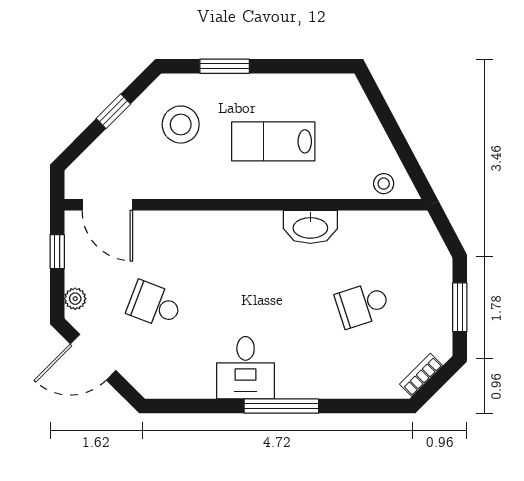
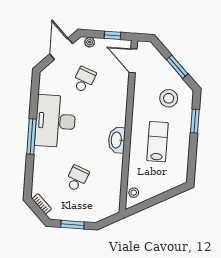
window: (113, 111) -> (177, 67), width x1.50
door: (107, 205) -> (133, 61), hinge flipped
washbasin: (310, 227) -> (117, 140), moved
school desk: (362, 305) -> (77, 178), turned 39
desk: (246, 368) -> (55, 121), width x1.87, depth x1.30

